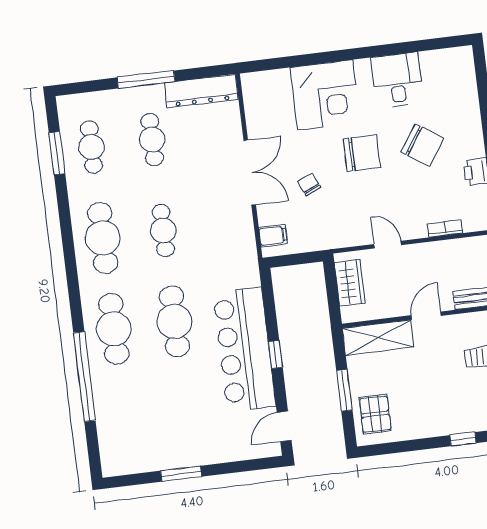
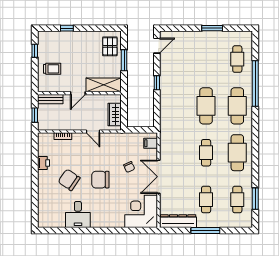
corner desk: (325, 95) -> (141, 211), moved
bar counter: (244, 349) -> (172, 87), removed
cafe table: (125, 420) -> (237, 59), added

